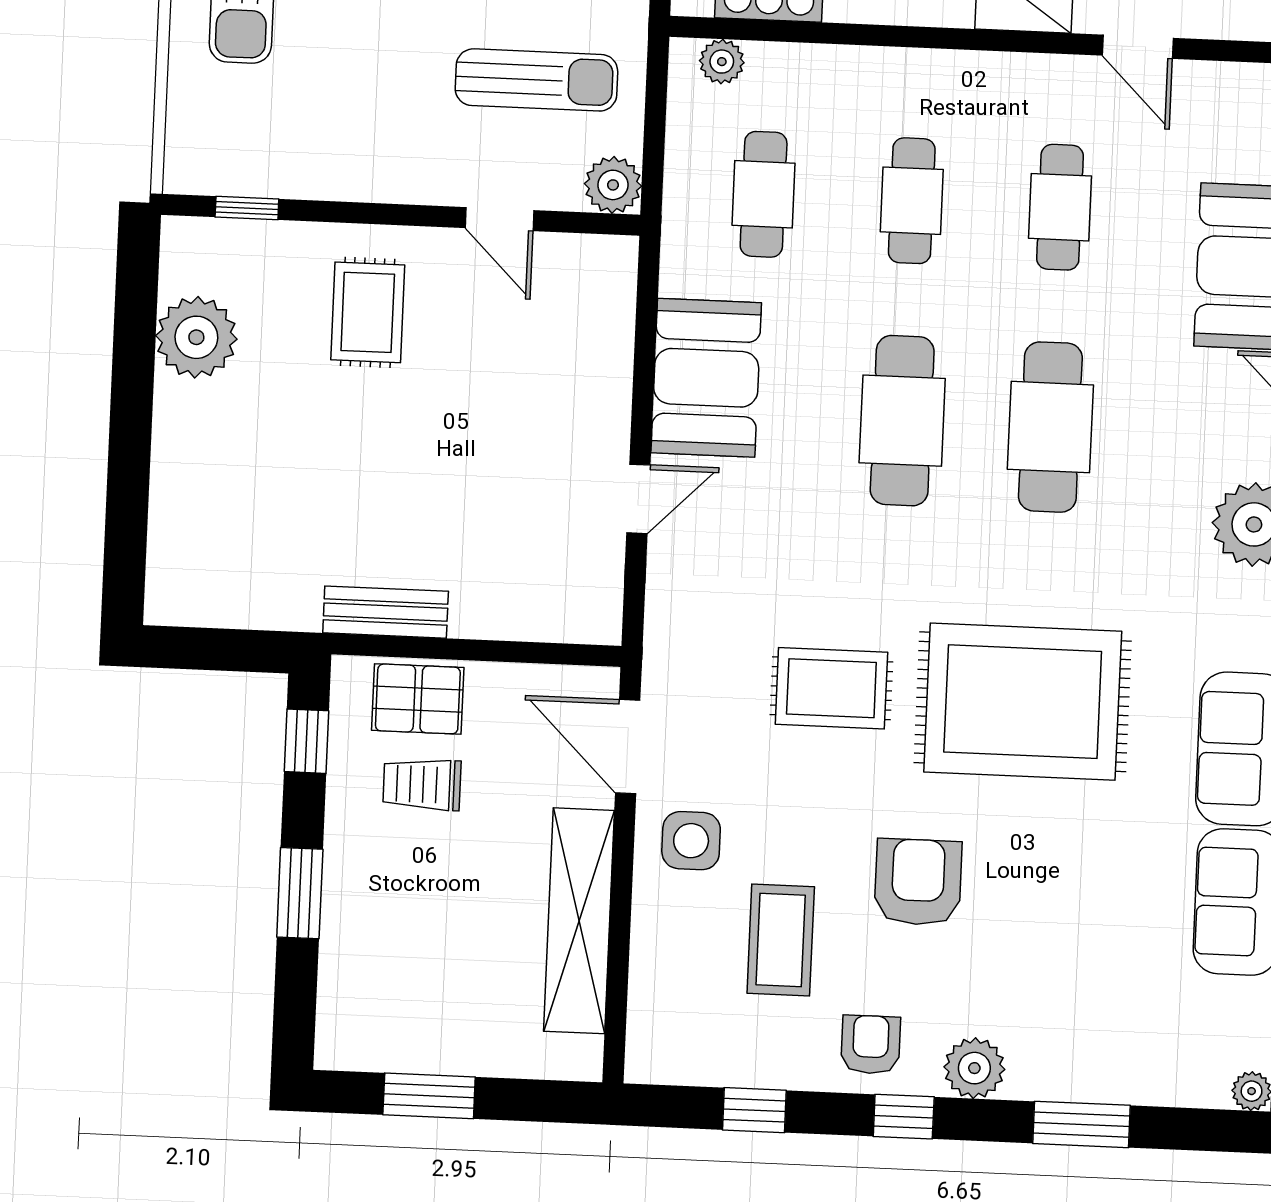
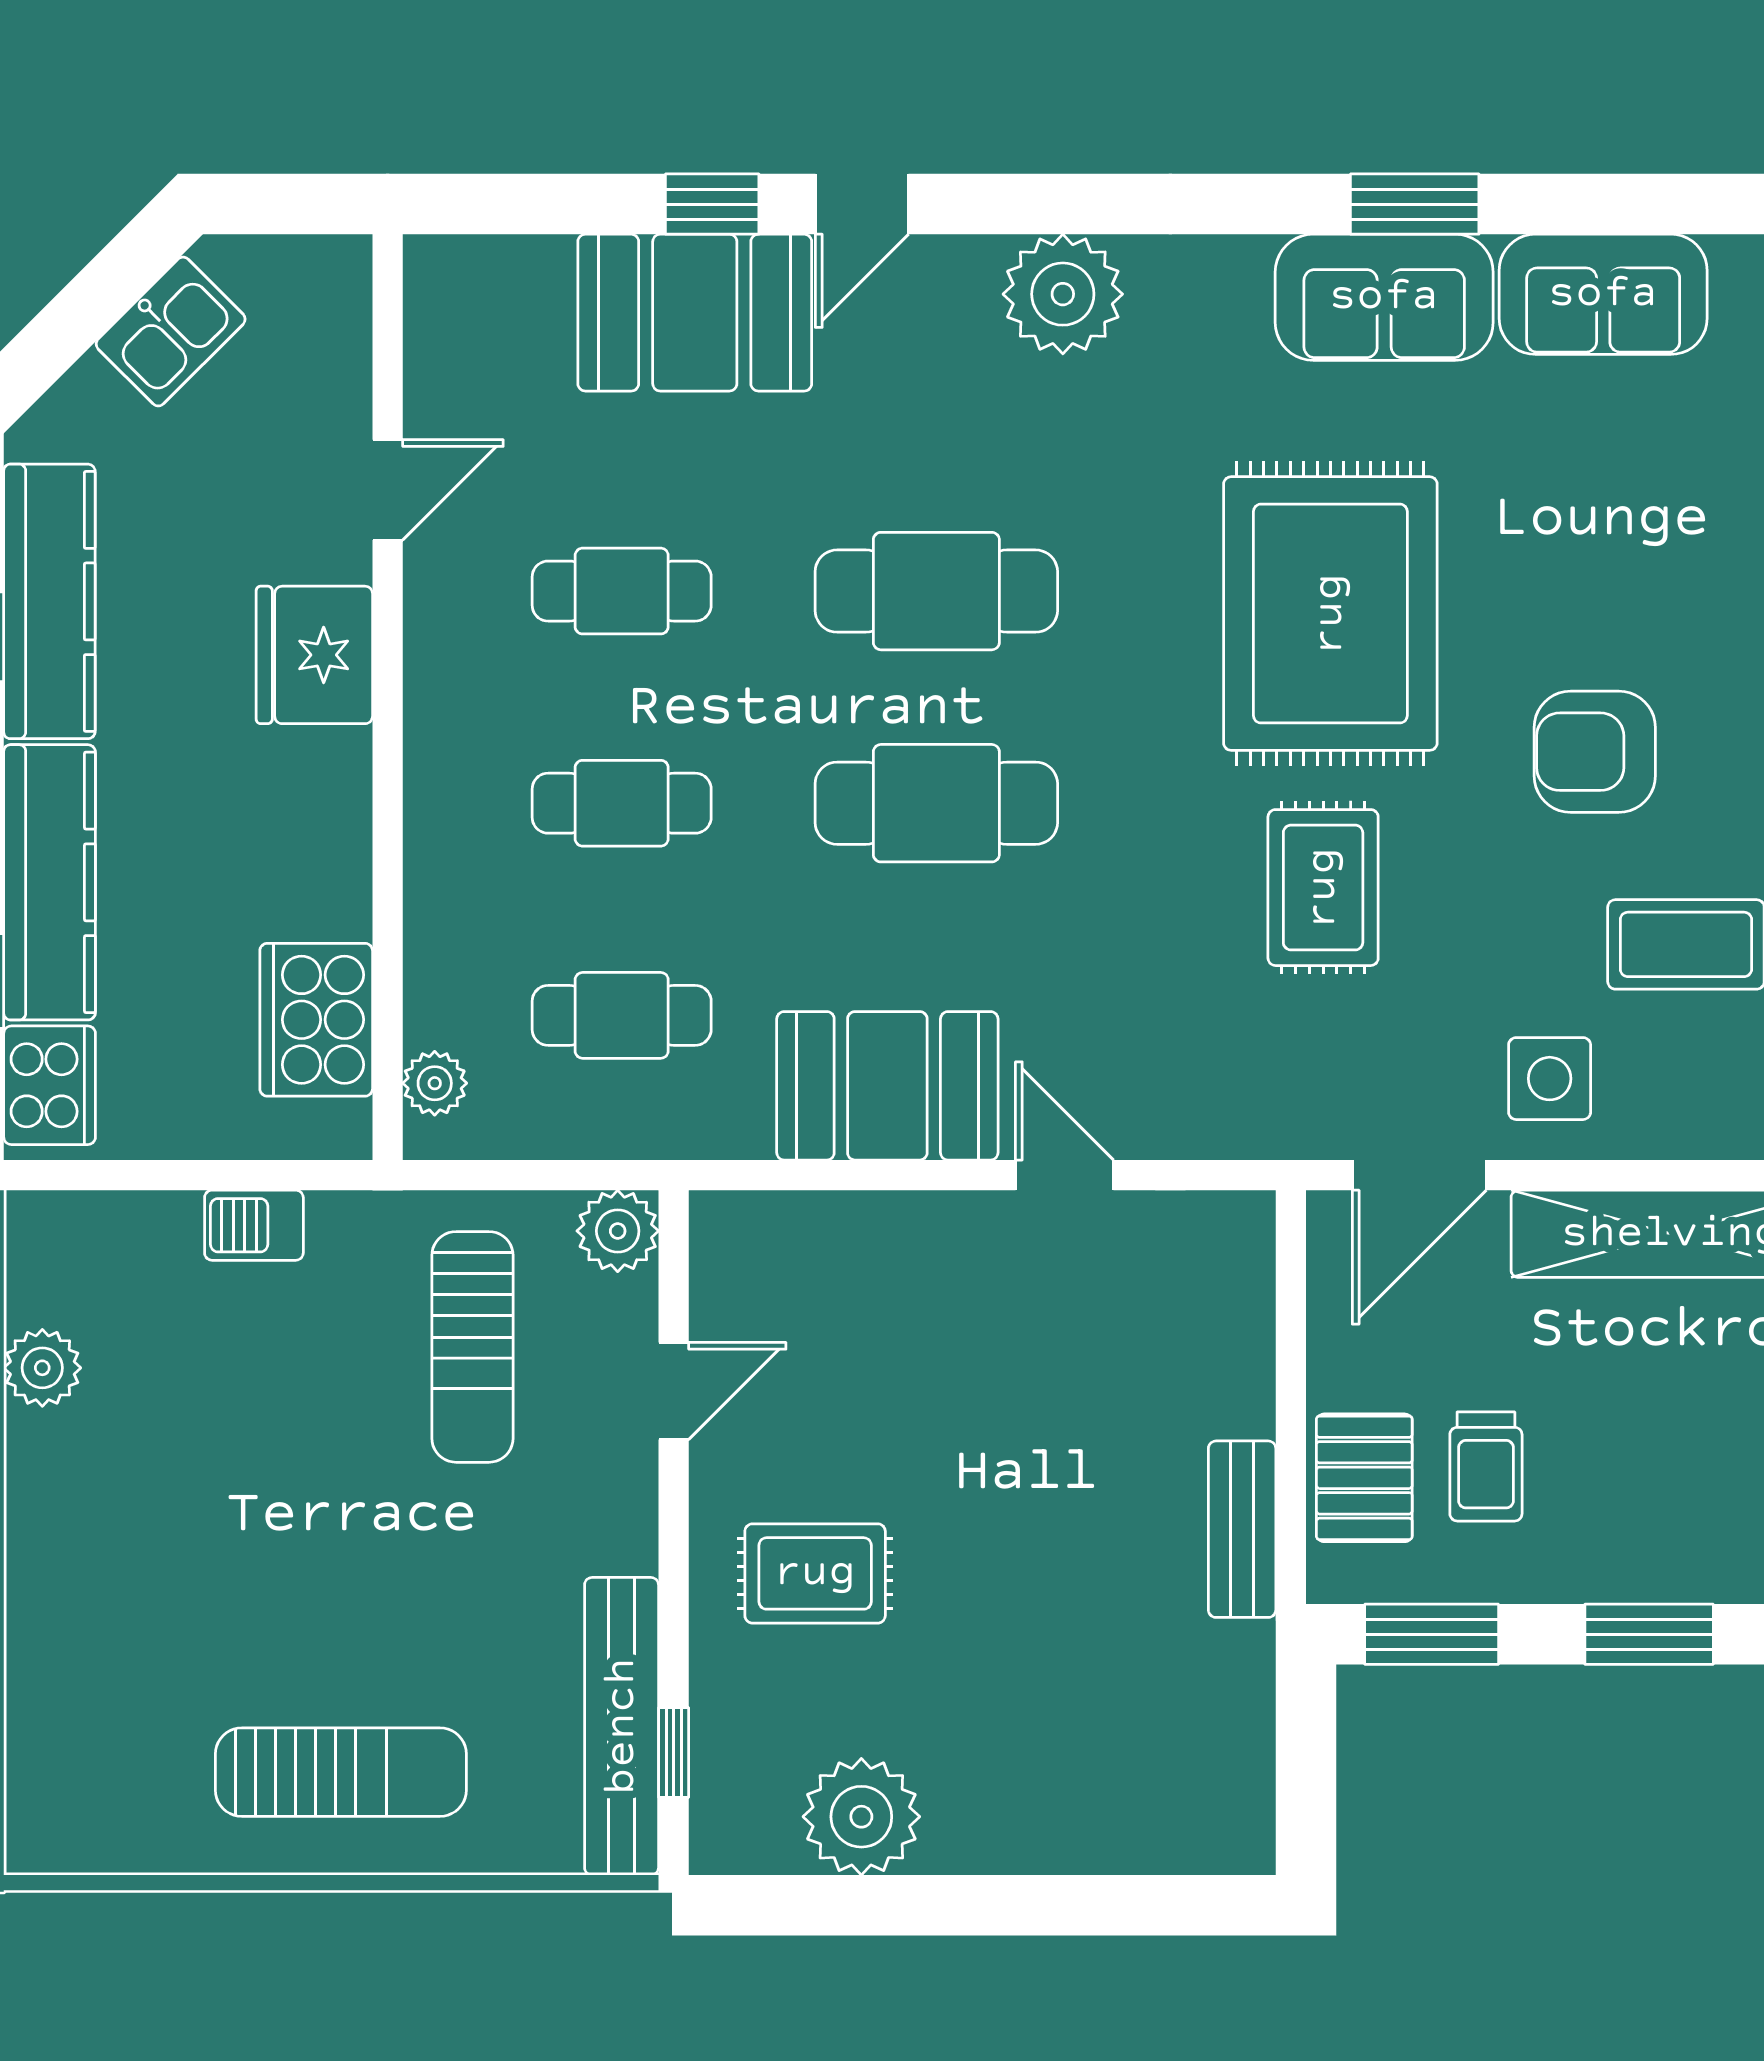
sun lounger: (536, 80) -> (472, 1347), turned 180
bench: (267, 172) -> (622, 1726), added
window: (306, 741) -> (1432, 1634), width x1.50

